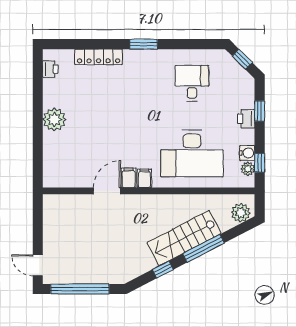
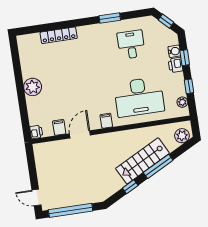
window: (144, 44) -> (110, 18), moved
printer: (50, 69) -> (36, 132), moved
water cooler: (247, 153) -> (174, 51), moved
window: (260, 163) -> (189, 86), moved
filing cabinet: (129, 178) -> (59, 127), moved

